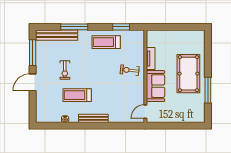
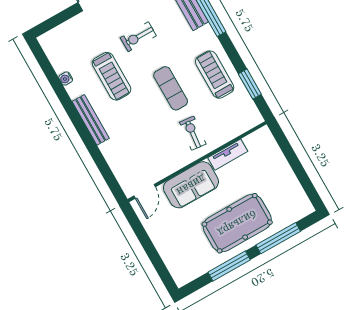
window: (208, 57) -> (278, 238), added
exercise mat: (100, 69) -> (171, 88), added
treadmill: (77, 95) -> (112, 76), turned 180
door: (145, 112) -> (145, 191), swing flipped

